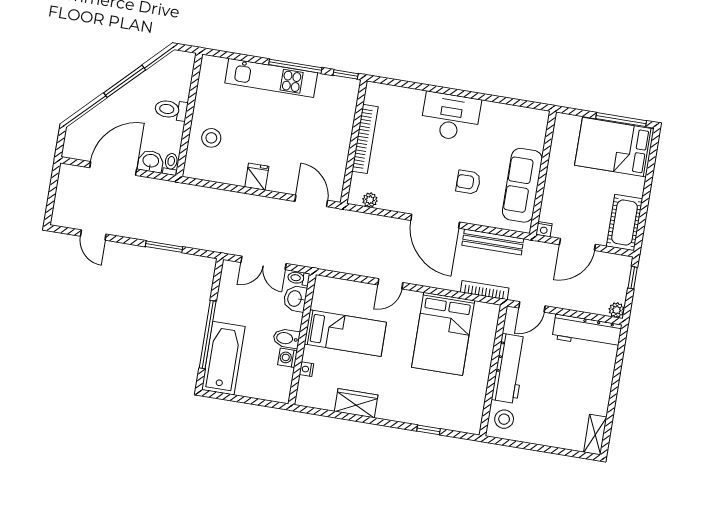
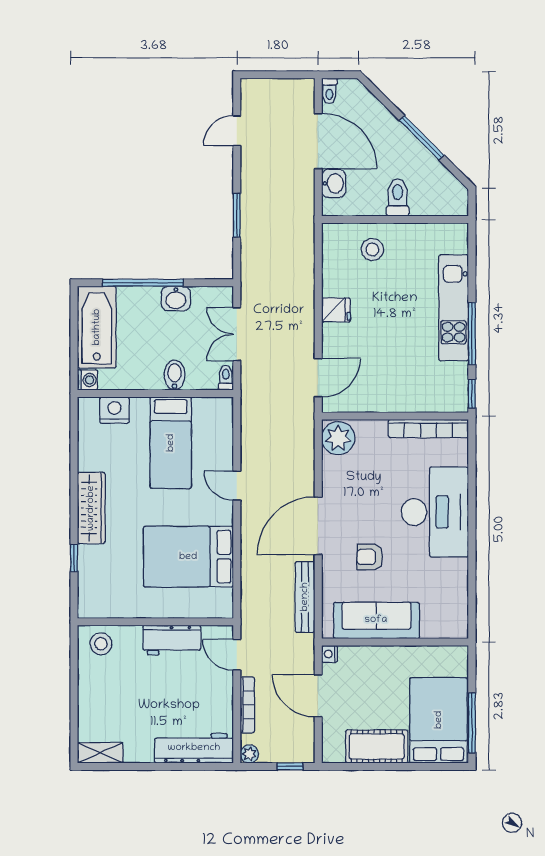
desk: (451, 117) -> (435, 512), width x1.36, depth x1.30
bookcase: (365, 139) -> (428, 429), moved
toilet: (171, 164) -> (329, 91), moved, turned 90
armchair: (468, 182) -> (370, 557), turned -90
plant: (370, 200) -> (338, 438), width x1.87, depth x1.87
cot: (625, 223) -> (377, 746), moved
bookcase: (485, 290) -> (247, 705), moved
washbasin: (295, 299) -> (176, 299), moved, turned 180
workbench: (587, 332) -> (194, 748), moved, turned 90
bidet: (286, 338) -> (175, 375), moved
bathtub: (223, 358) -> (97, 327), moved, turned -90
washing machine: (287, 358) -> (88, 380), moved, turned 90
workbench: (509, 368) -> (172, 640), width x0.73
nightstand: (306, 369) -> (114, 410), width x1.89, depth x1.79
wardrobe: (356, 403) -> (91, 508), moved, width x1.50

